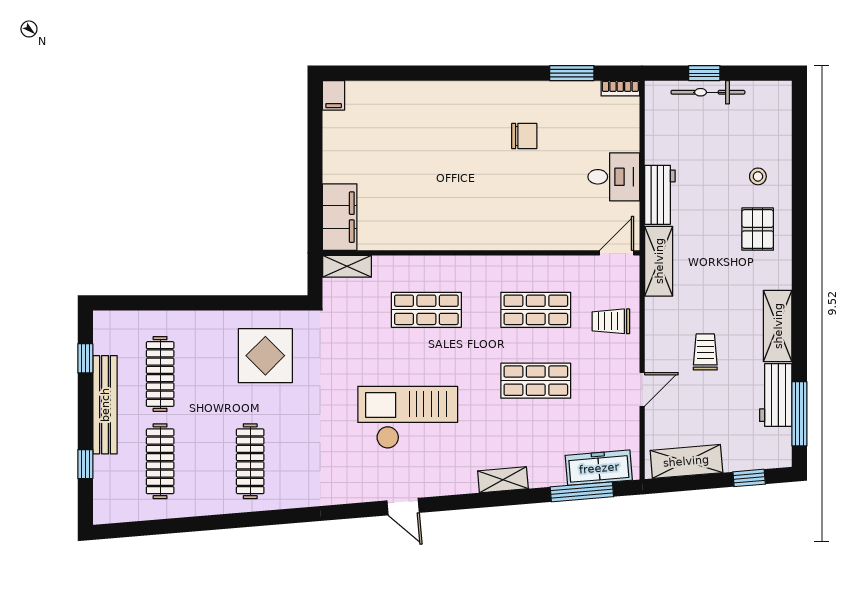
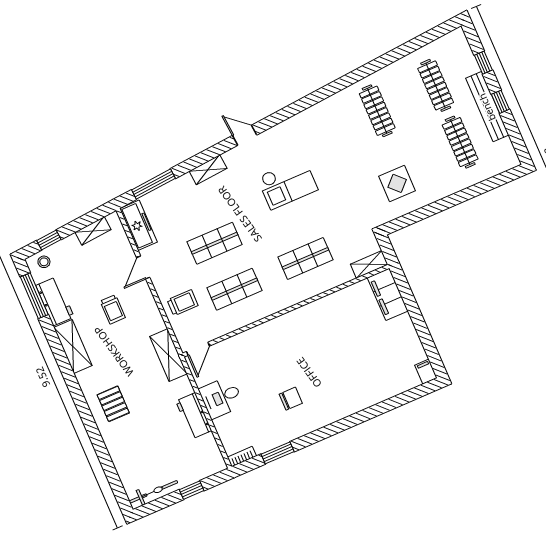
bicycle: (708, 92) -> (153, 492), moved
chair: (524, 136) -> (291, 399), turned 180
stool: (758, 176) -> (44, 262), moved
workbench: (660, 195) -> (194, 416), moved
display table: (265, 356) -> (397, 183), width x0.73, depth x0.73
window: (85, 358) -> (500, 102), moved
checkout: (408, 417) -> (287, 183), width x0.73, depth x0.83
shelving: (686, 461) -> (93, 231), width x0.67, depth x0.75
freezer: (599, 468) -> (138, 225), moved, turned -85
door: (403, 507) -> (245, 135), moved

